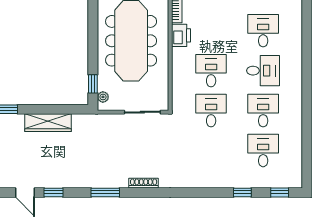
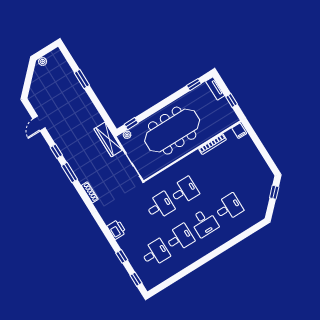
printer: (181, 35) -> (117, 229), moved, turned -90
wardrobe: (48, 123) -> (108, 139), moved
window: (54, 192) -> (56, 151), moved

